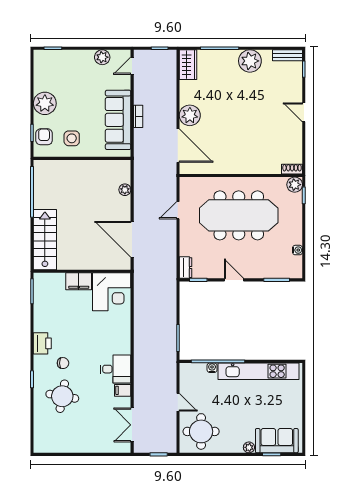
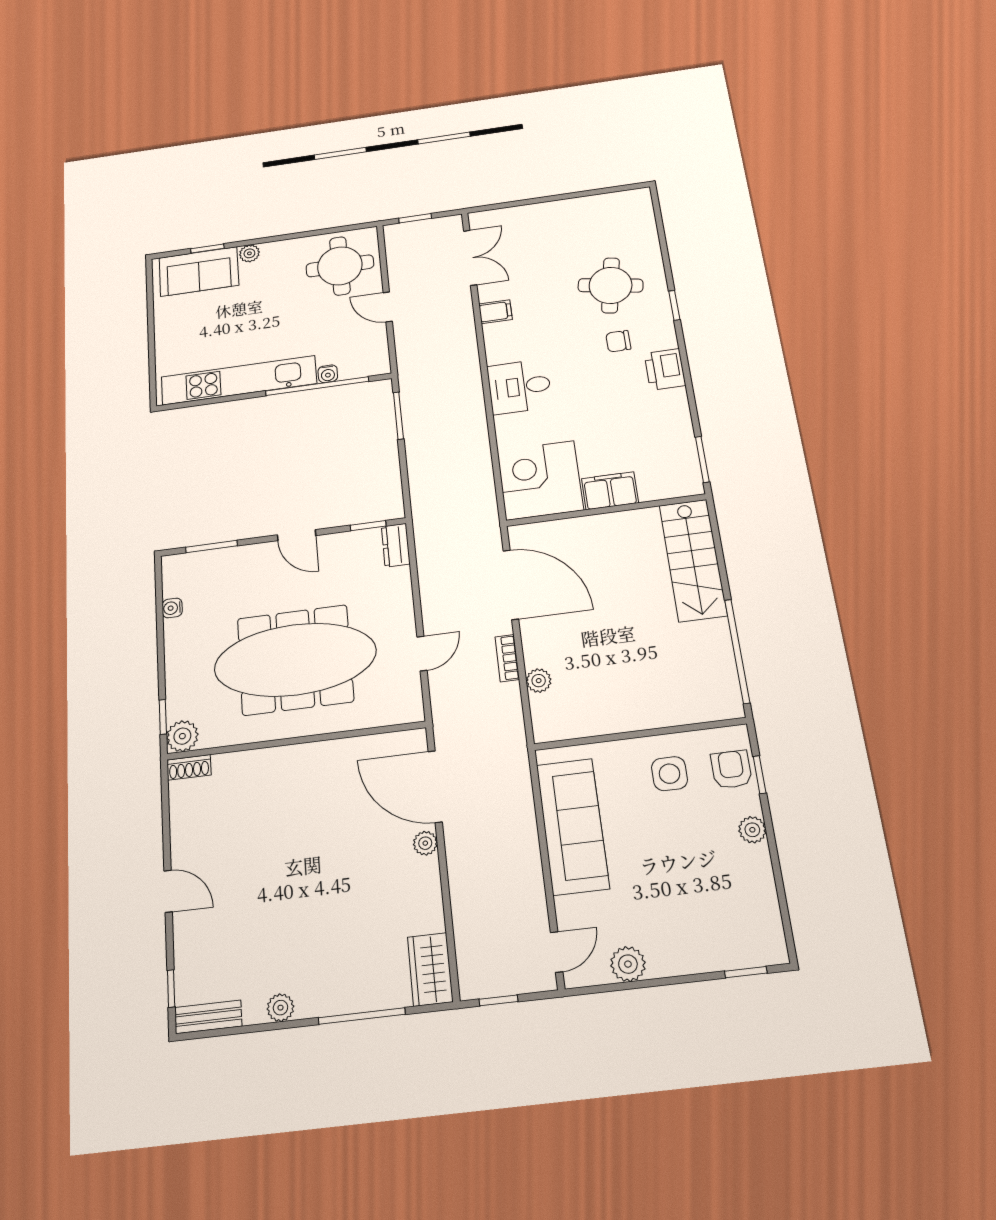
plant: (250, 61) -> (280, 1008), width x0.53, depth x0.53
plant: (45, 103) -> (752, 830), width x0.53, depth x0.53
plant: (190, 115) -> (425, 843), width x0.53, depth x0.53
bookcase: (138, 116) -> (507, 658), moved
armchair: (44, 137) -> (731, 769), turned 180
desk: (116, 369) -> (519, 387), moved

